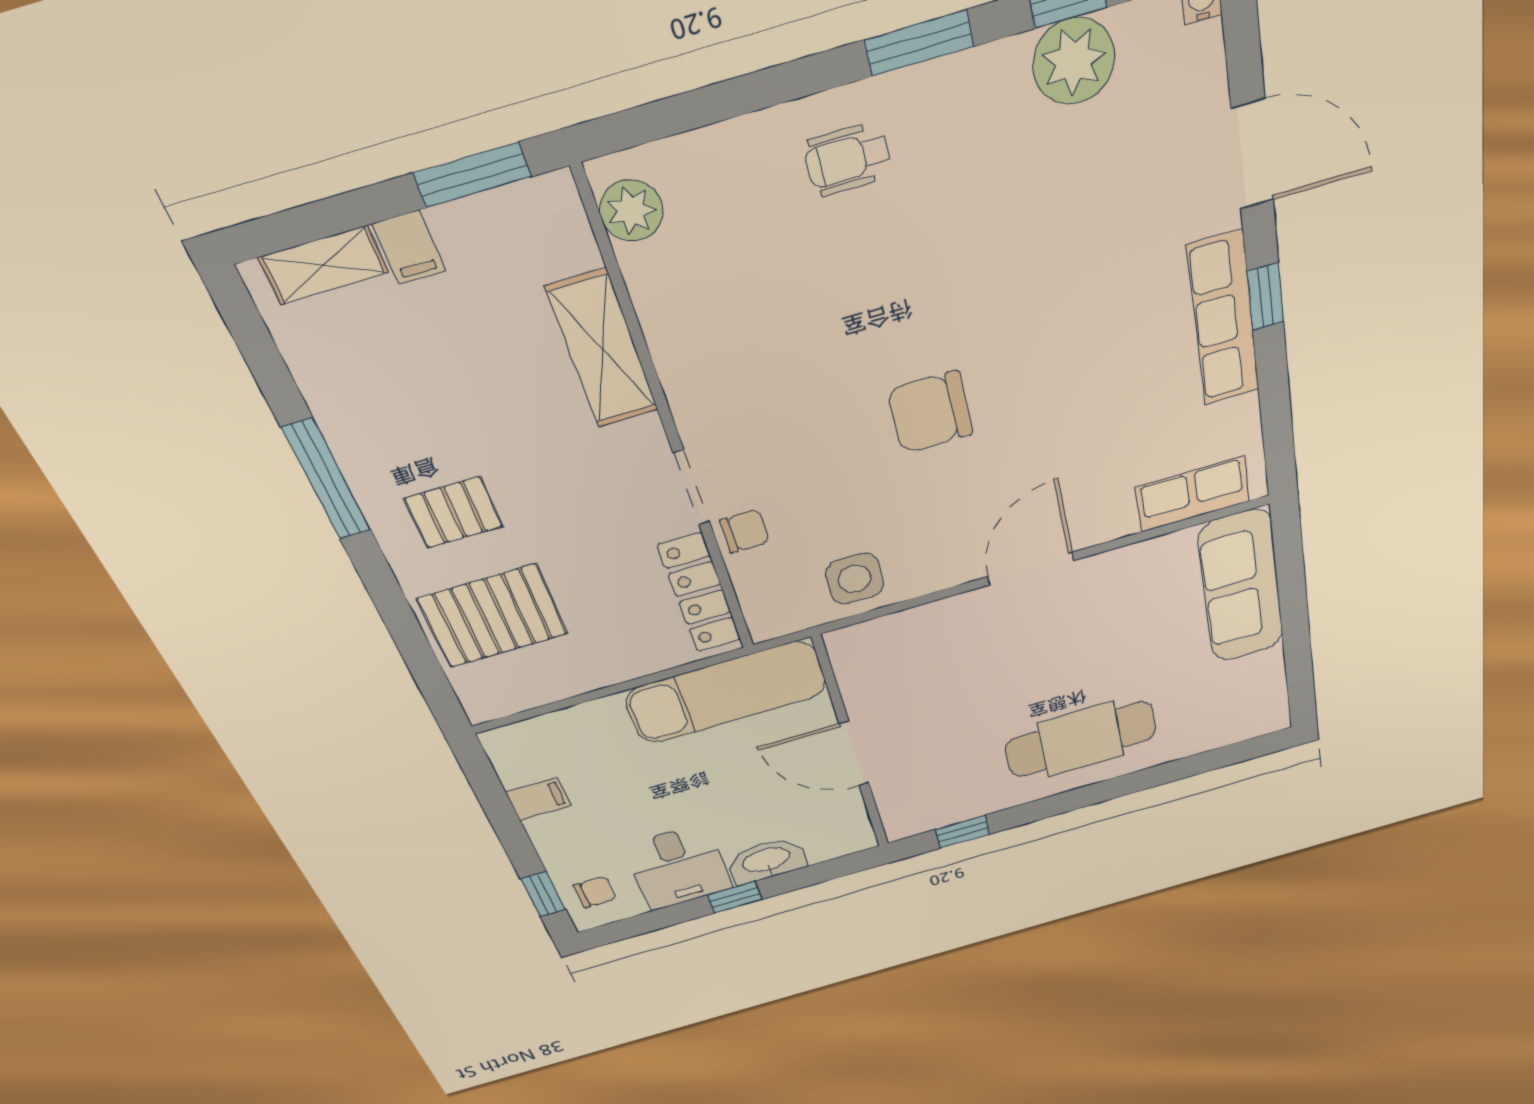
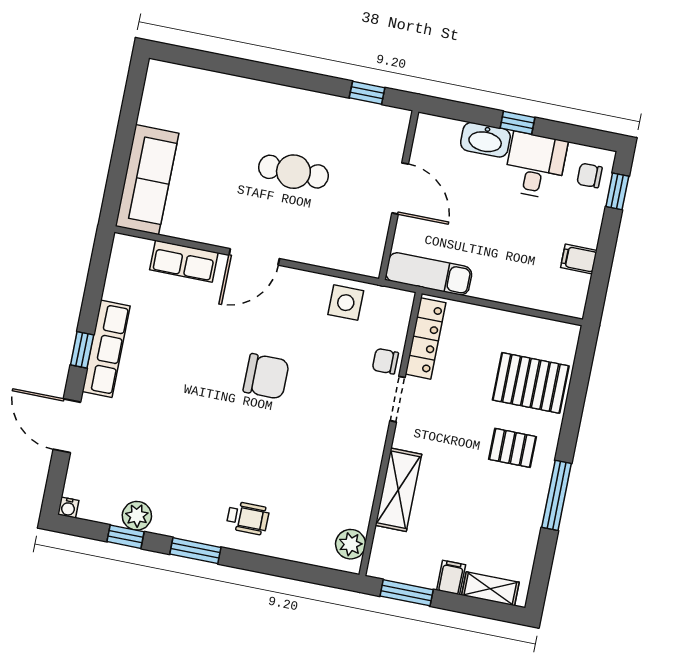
plant: (1074, 61) -> (137, 516), width x0.73, depth x0.73
row of seats: (1193, 494) -> (184, 261), moved
exam couch: (726, 692) -> (429, 274), width x0.73, depth x0.69
cafe table: (1081, 739) -> (293, 172), moved, width x0.73, depth x0.74

